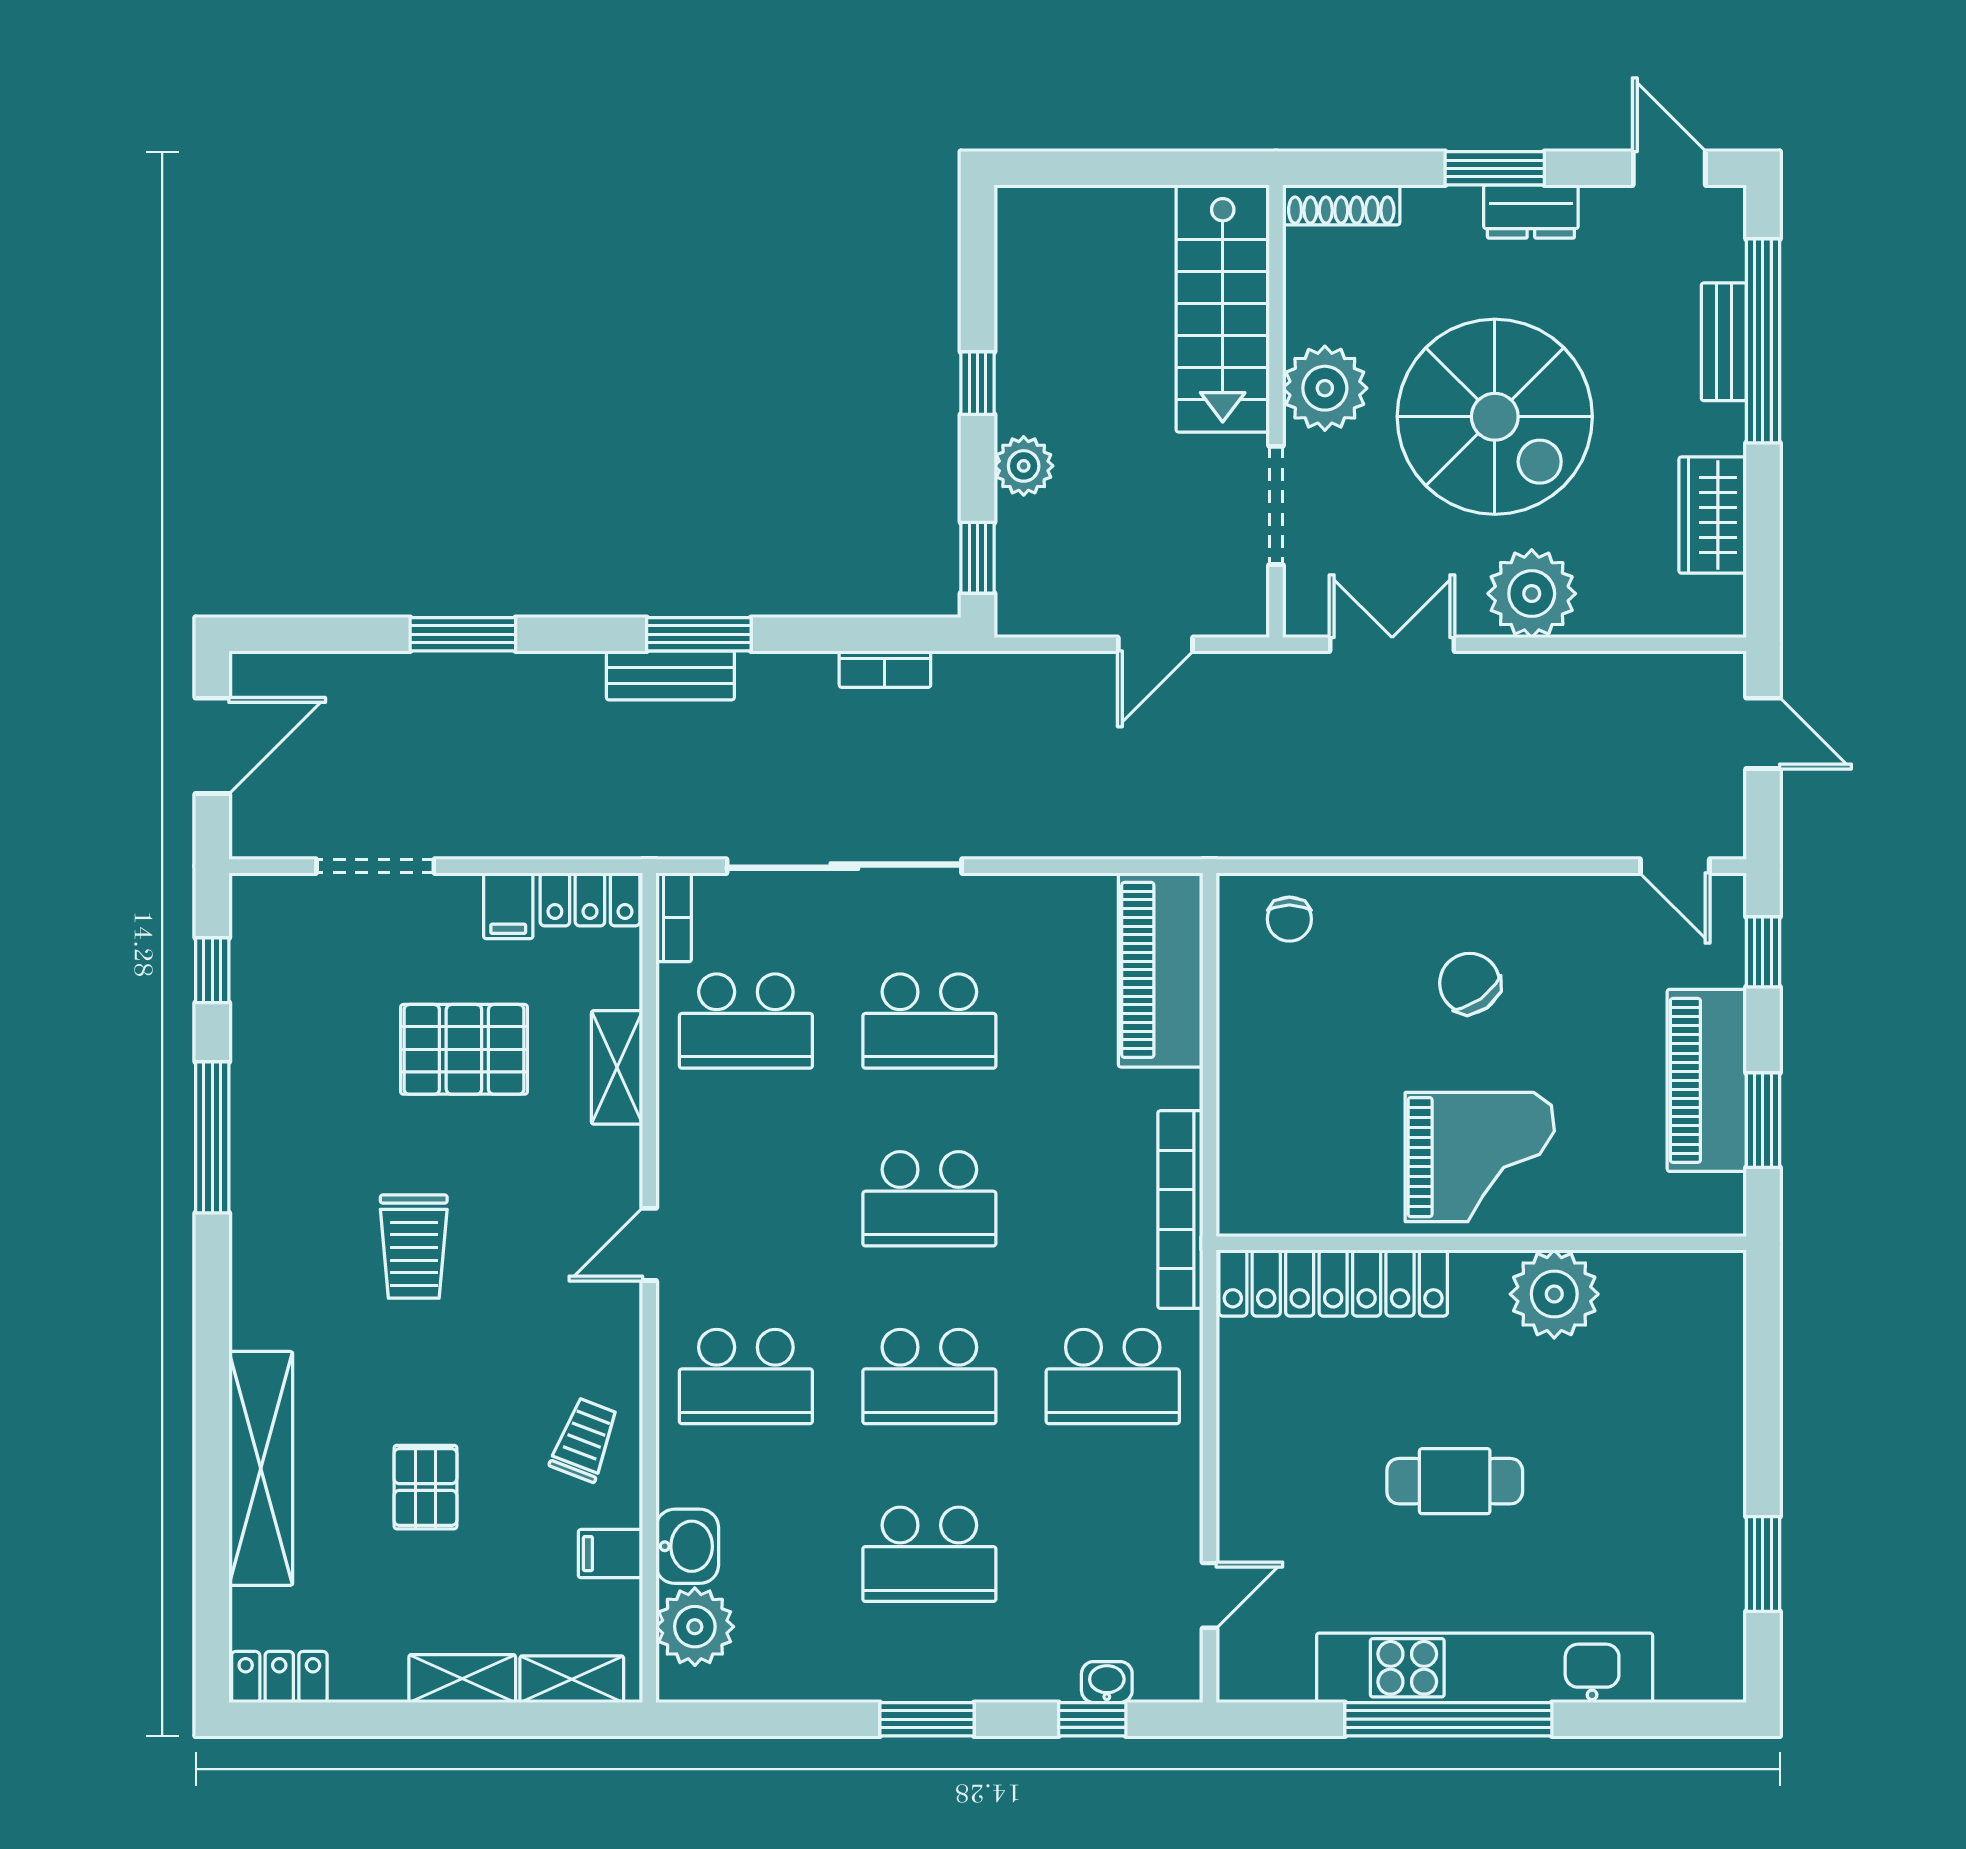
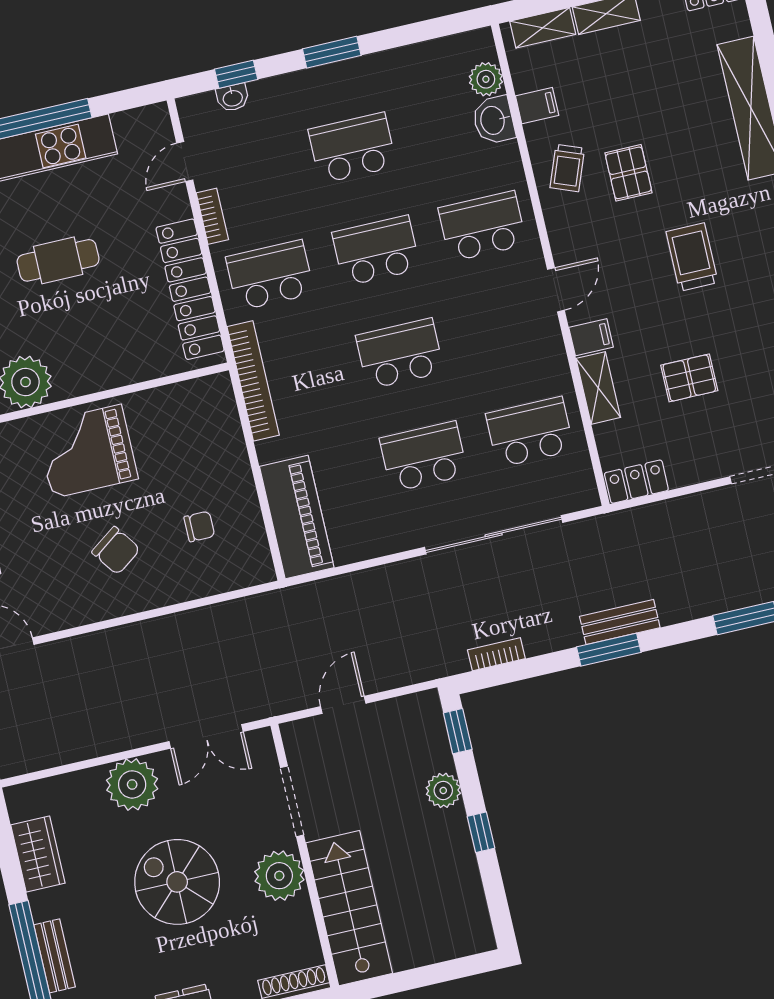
spiral stairs: (1495, 417) -> (177, 882), width x0.73, depth x0.73
filing cabinet: (508, 906) -> (591, 337), moved, turned 90
bookcase: (674, 917) -> (212, 216), moved, turned 180
chair: (1289, 919) -> (199, 526), moved, turned 90
pallet: (464, 1049) -> (689, 378), width x0.67, depth x0.71
locker: (1333, 1283) -> (190, 289), moved, turned -90
pallet: (425, 1487) -> (628, 173), moved
plant: (695, 1627) -> (486, 79), width x0.73, depth x0.73

